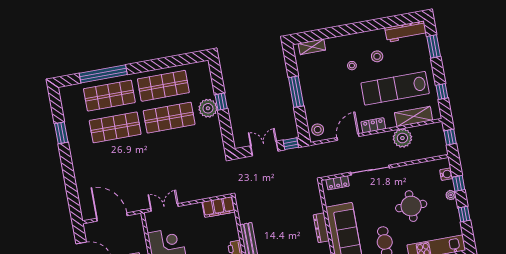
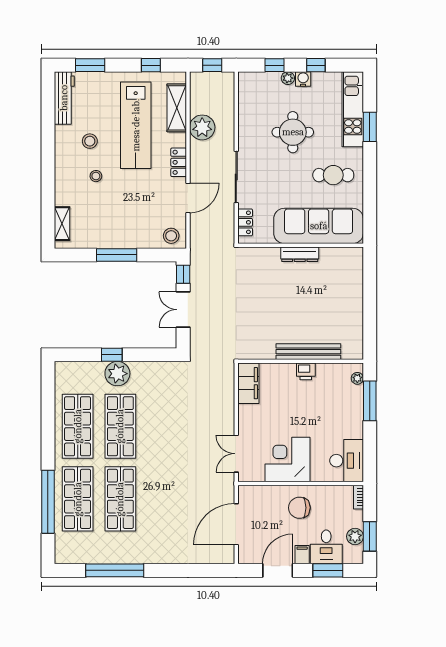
window: (61, 133) -> (115, 570), width x2.11
door: (348, 137) -> (188, 198), swing flipped
water cooler: (446, 174) -> (303, 79), moved

